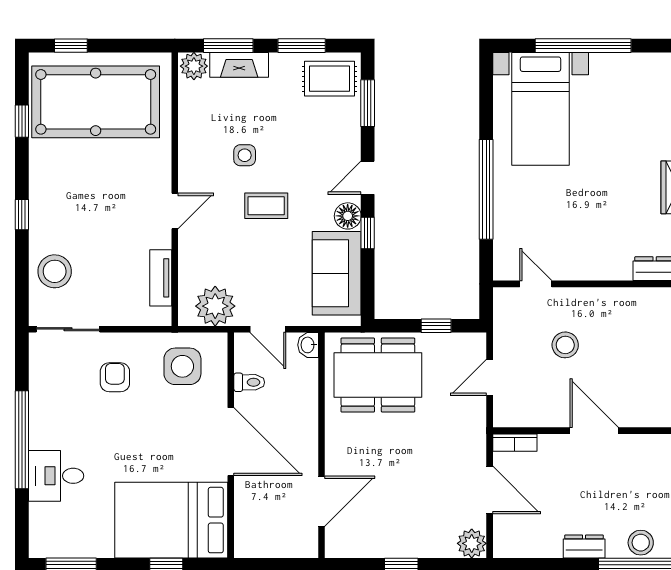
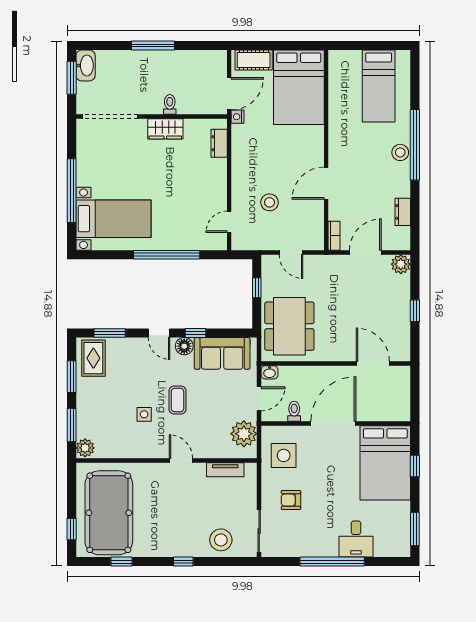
fireplace: (239, 65) -> (84, 418), removed
dresser: (584, 546) -> (403, 212), moved

